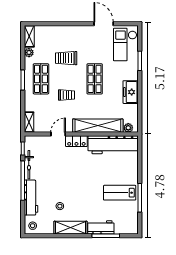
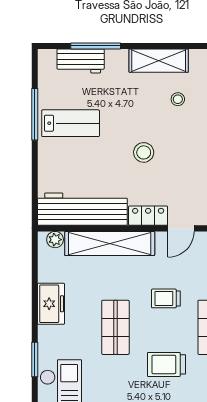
trolley: (66, 58) -> (166, 364), turned 180
stool: (79, 176) -> (144, 152), added
workbench: (101, 227) -> (81, 61), moved

